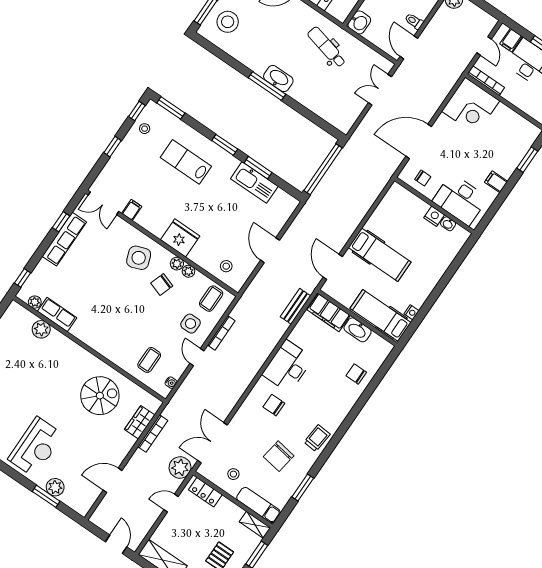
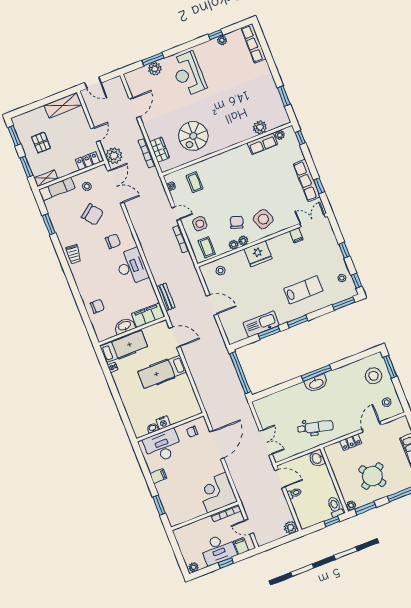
chair: (279, 456) -> (93, 215), moved, turned 134

